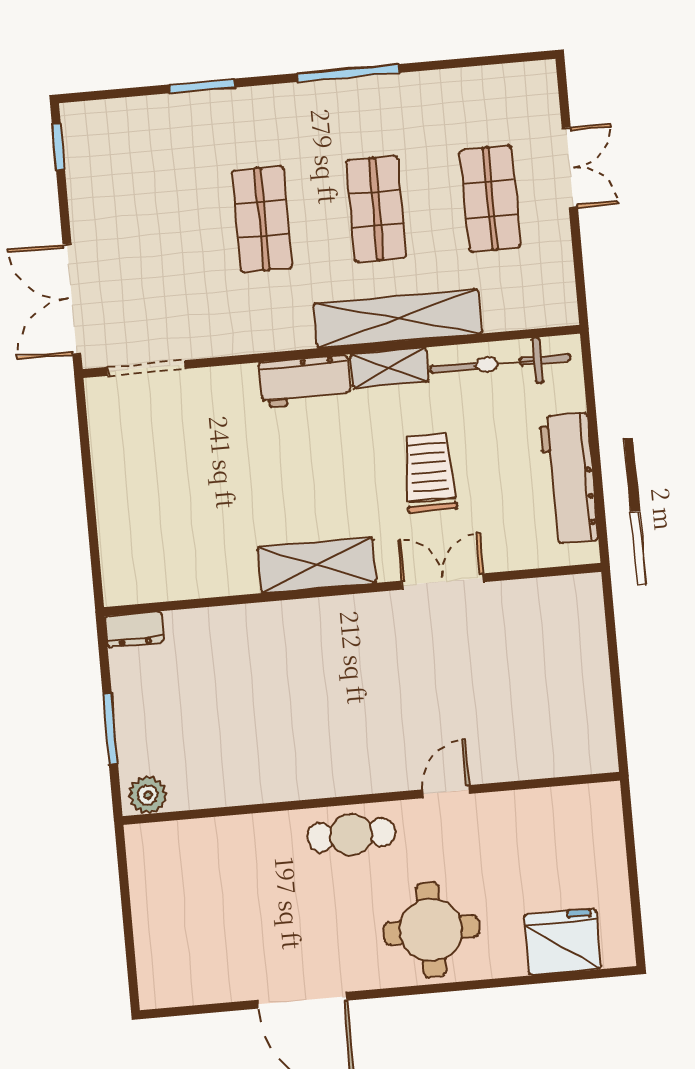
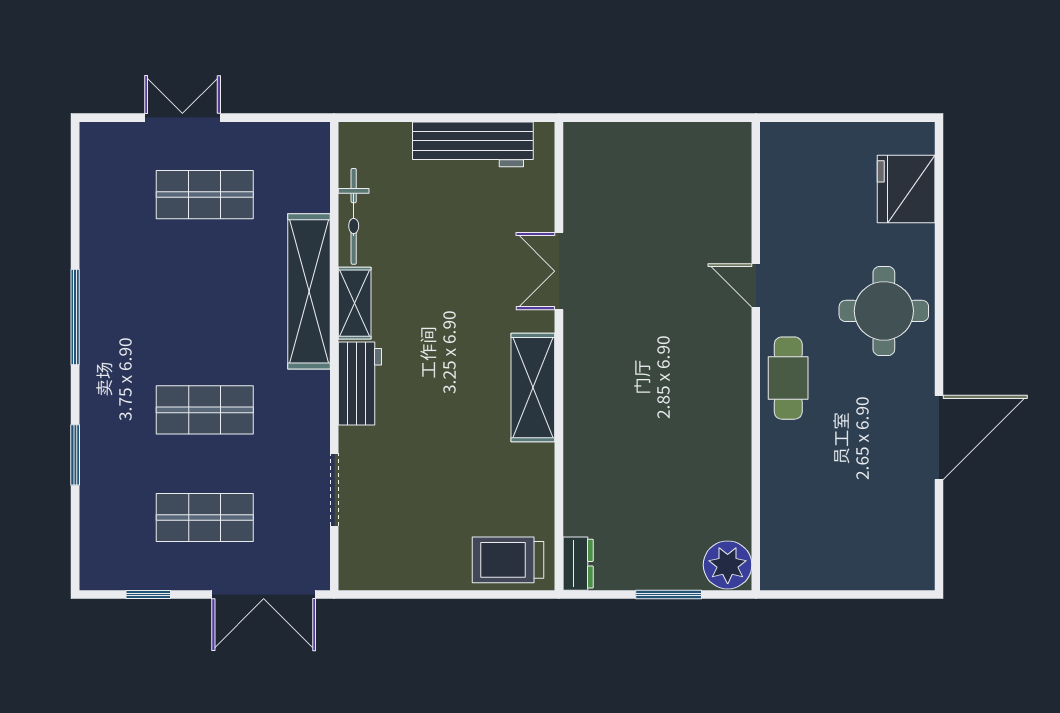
window: (58, 147) -> (148, 594), moved
shop shelf: (376, 209) -> (205, 518), moved
bicycle: (501, 364) -> (354, 216), width x0.73, depth x0.71
doorway: (146, 368) -> (334, 490), moved
trolley: (430, 473) -> (508, 560), moved
plant: (148, 795) -> (728, 565), width x1.36, depth x1.36

